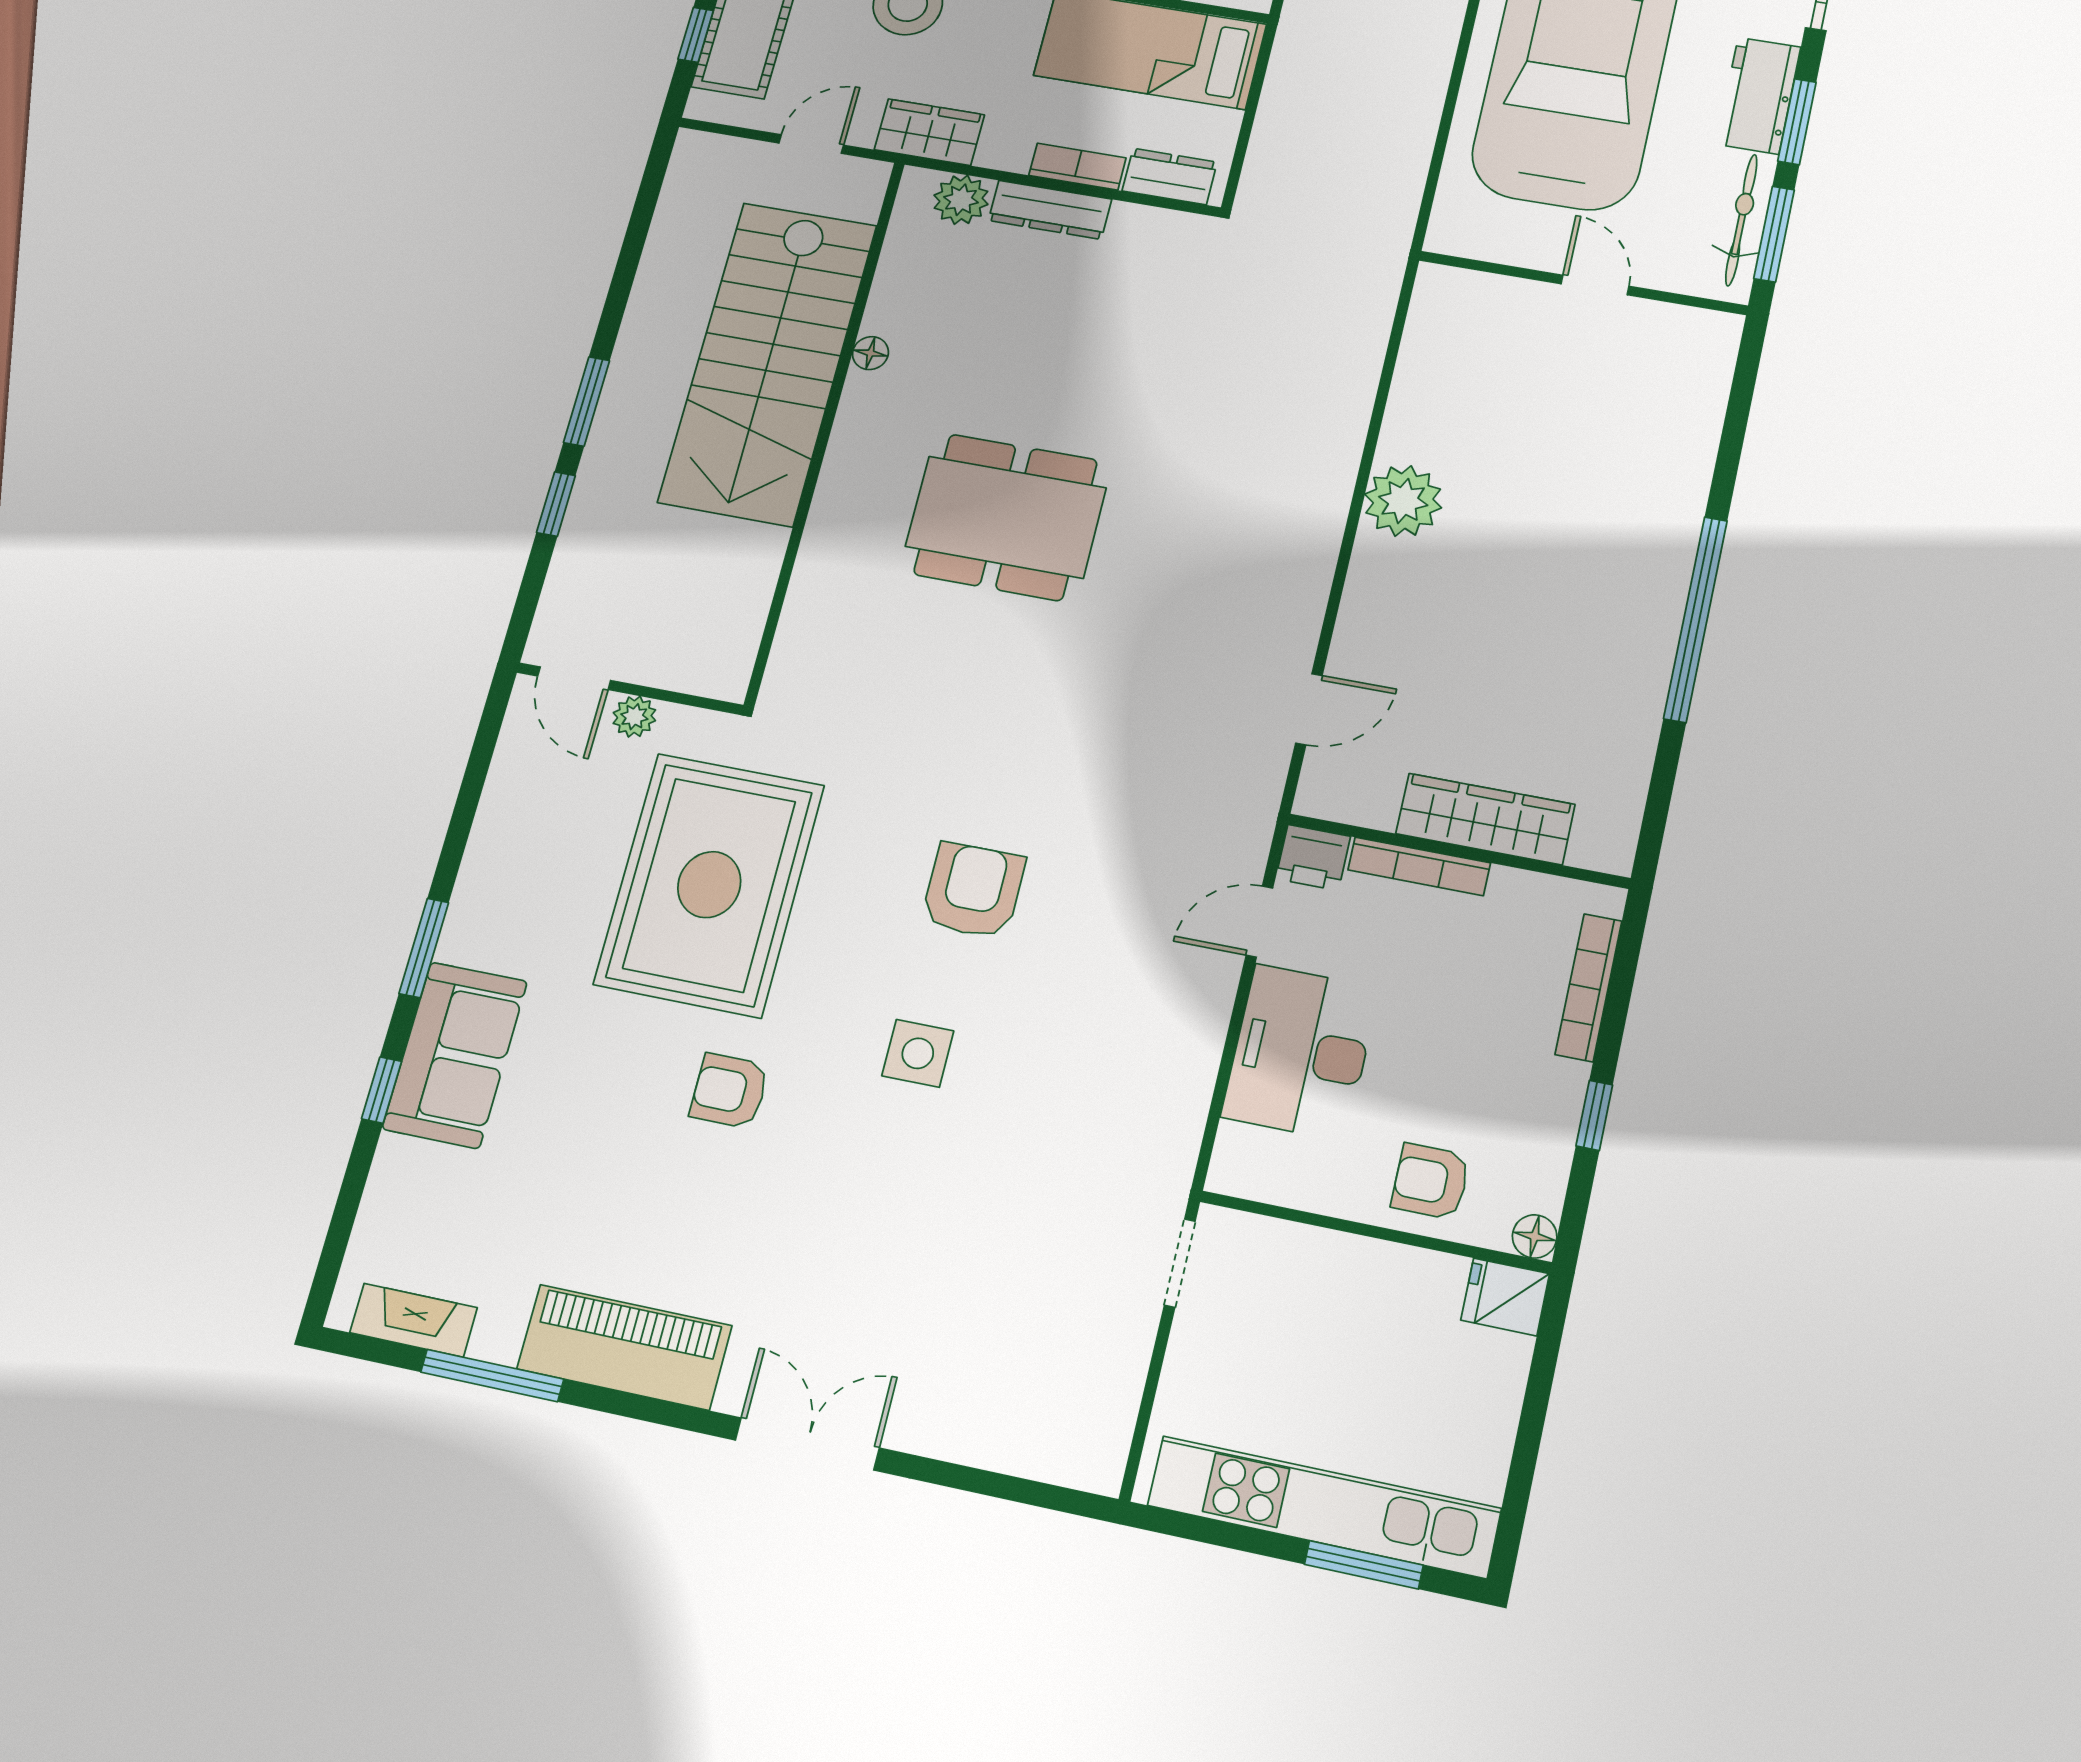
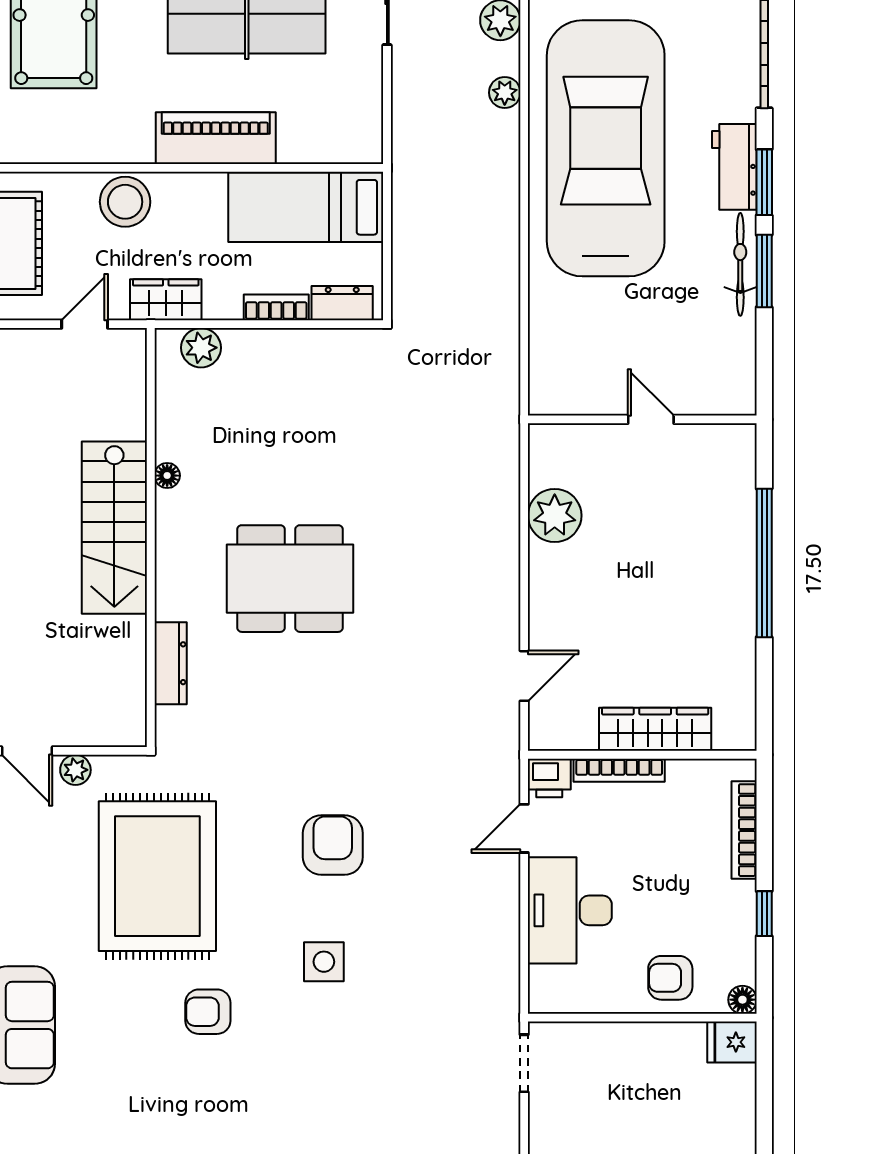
dresser: (1050, 210) -> (171, 663), moved, turned -90
wall: (1583, 283) -> (642, 419), moved
door: (1595, 285) -> (651, 419), moved
stairs: (768, 363) -> (114, 528), width x0.73, depth x0.66

